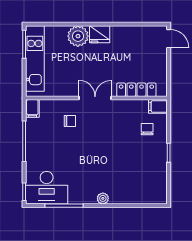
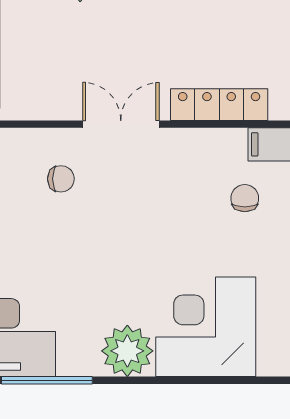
corner desk: (131, 183) -> (206, 327), added
plant: (103, 198) -> (127, 351), width x1.88, depth x1.88

